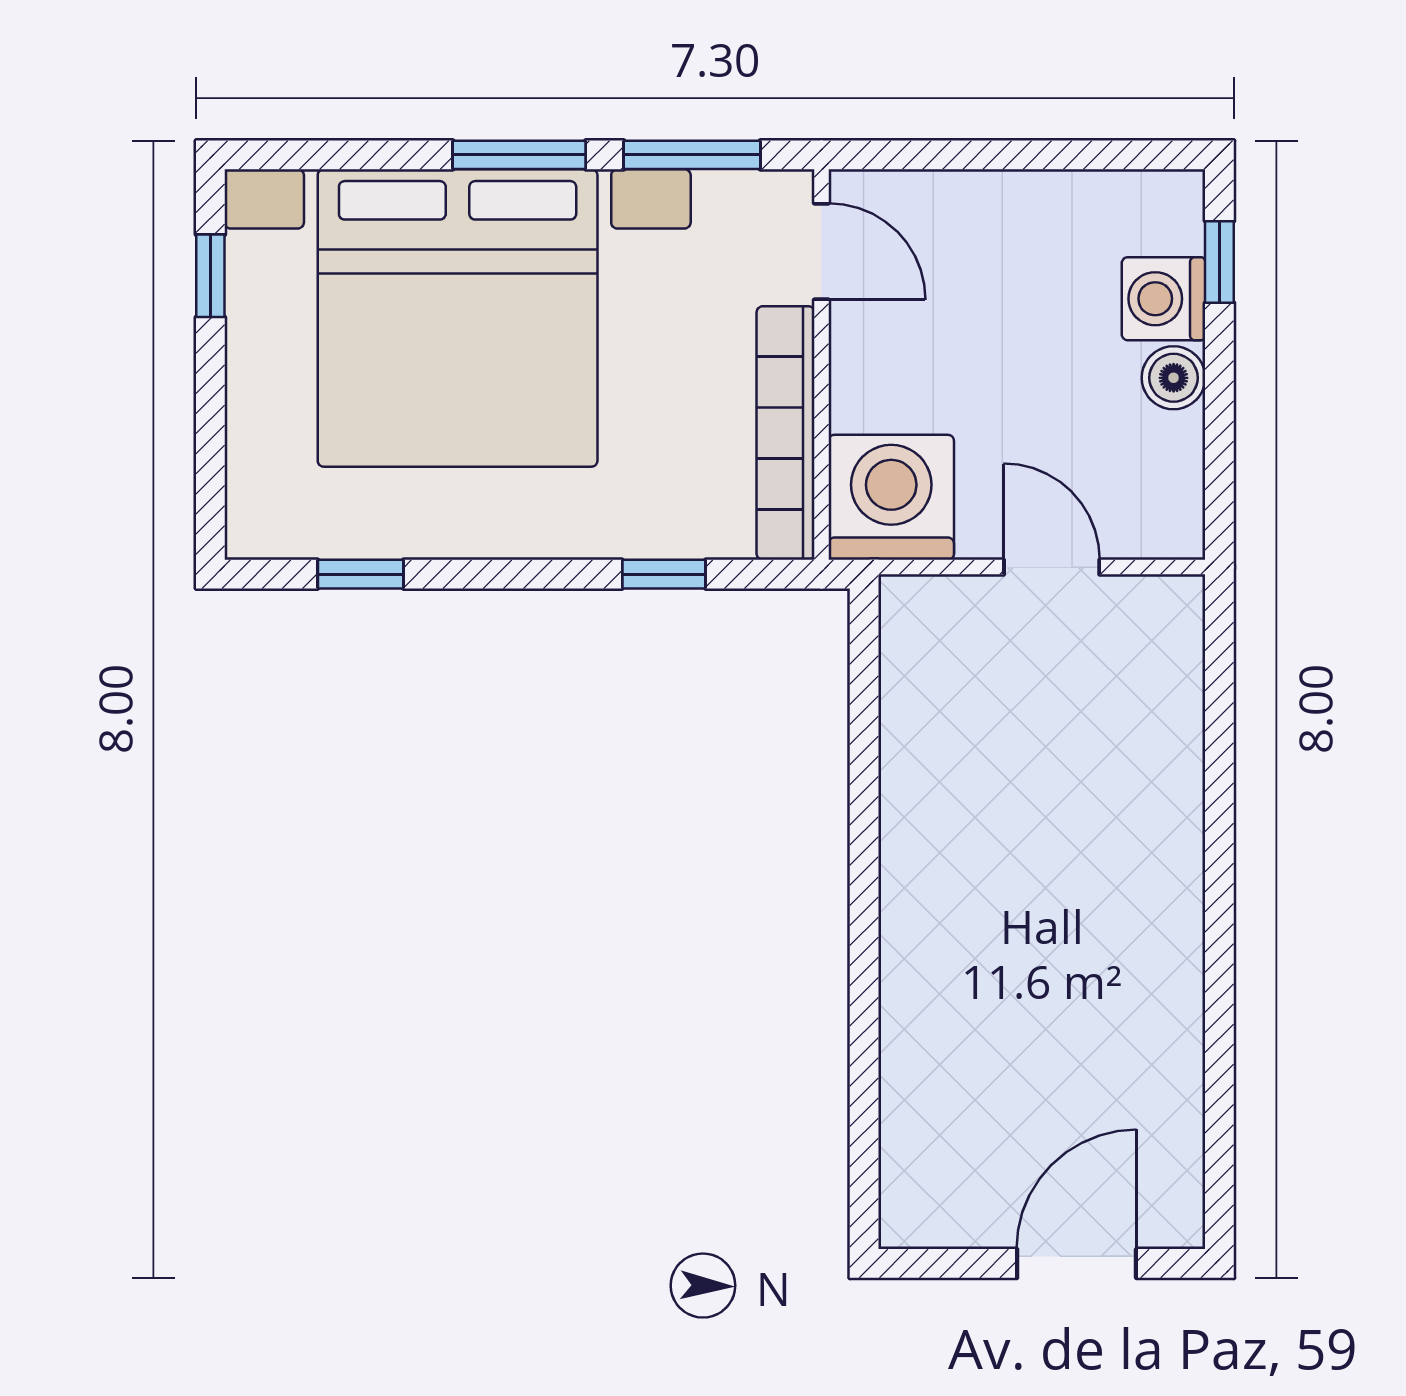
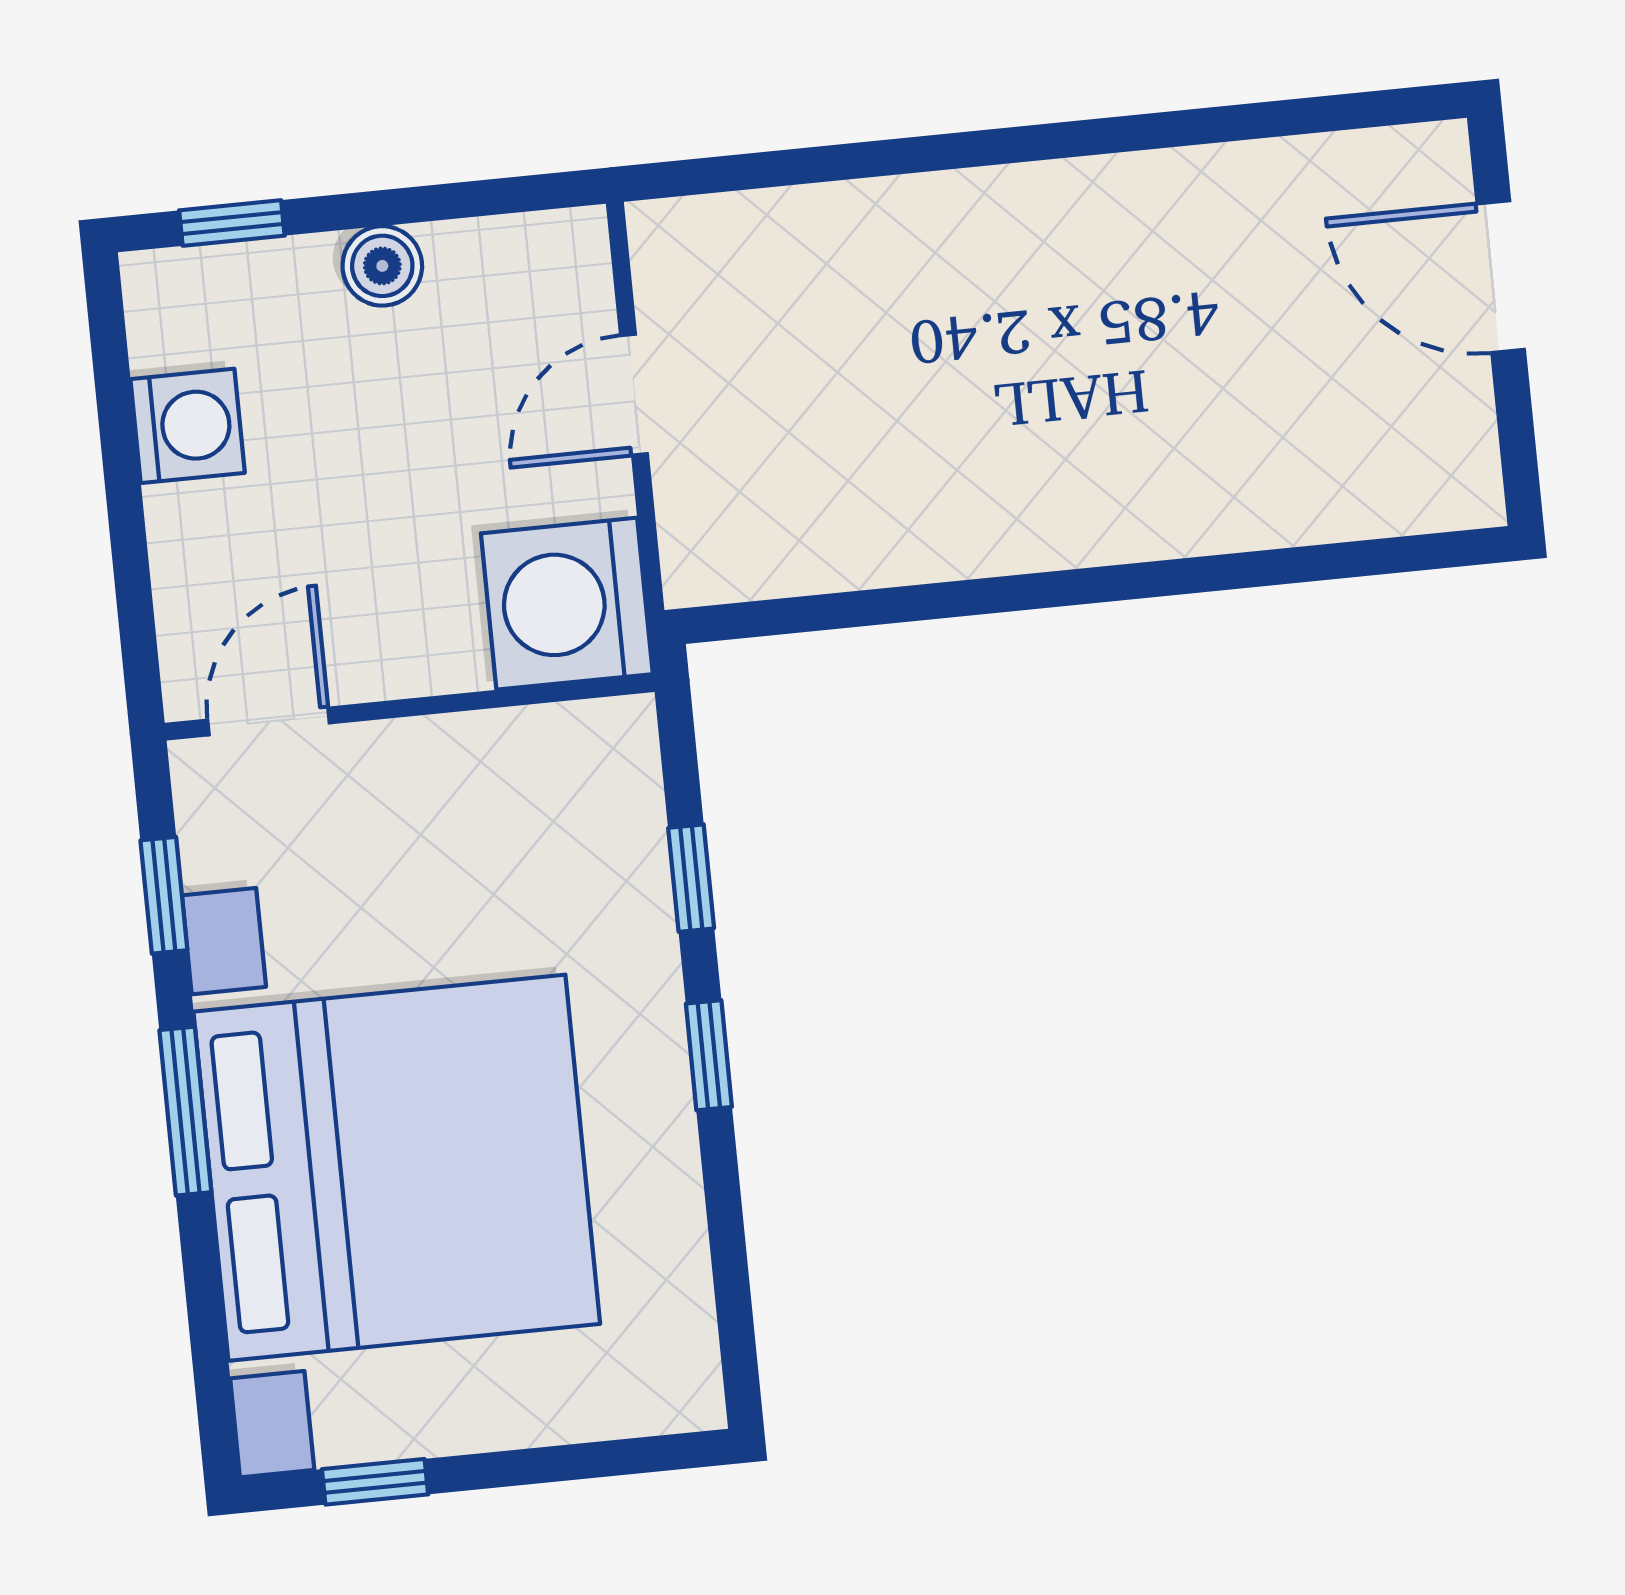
window: (692, 155) -> (164, 895), width x0.67
washing machine: (1164, 299) -> (188, 426), moved, turned -90
bookcase: (786, 433) -> (500, 744), removed
window: (361, 574) -> (709, 1055), moved

